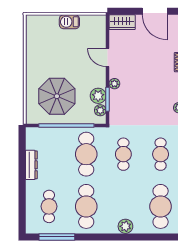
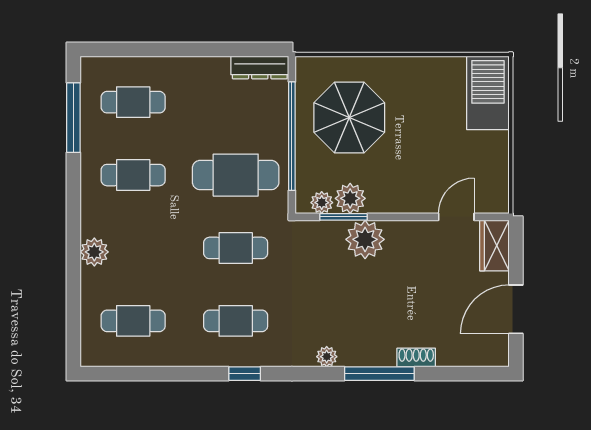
barbecue: (69, 22) -> (488, 93), moved, width x1.88, depth x1.53
door: (108, 58) -> (456, 217), moved
plant: (114, 84) -> (365, 239), width x1.88, depth x1.88
dresser: (31, 165) -> (260, 67), moved
cafe table: (86, 206) -> (133, 175), width x0.73, depth x0.74
cafe table: (161, 206) -> (133, 321), width x0.73, depth x0.74

